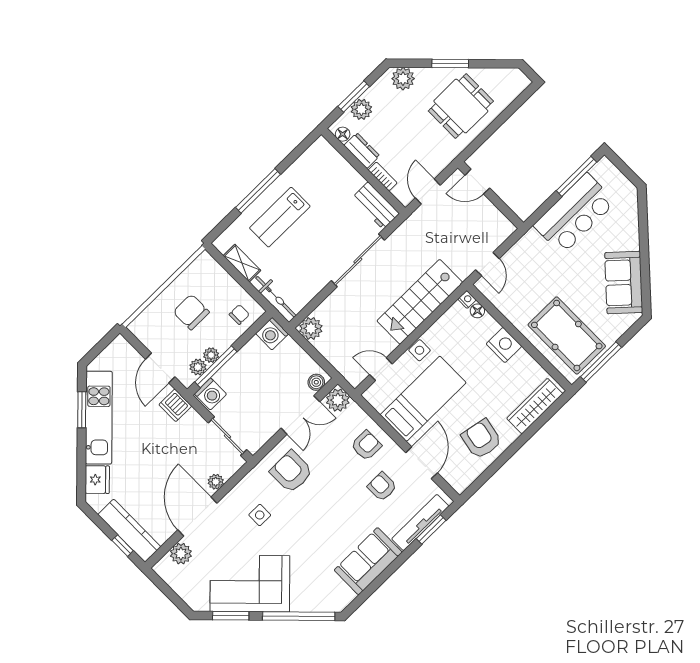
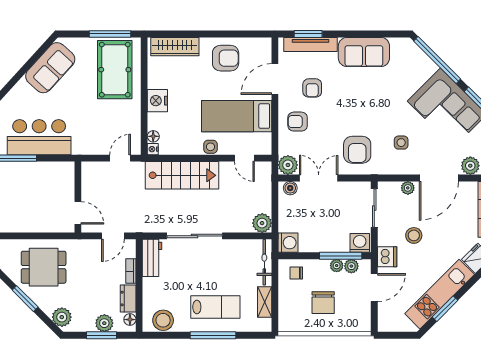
stool: (314, 162) -> (163, 320), added
armchair: (482, 439) -> (226, 58), turned -101
stool: (170, 446) -> (414, 235), added

